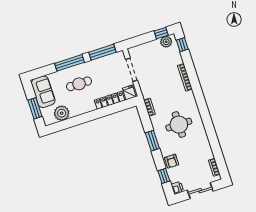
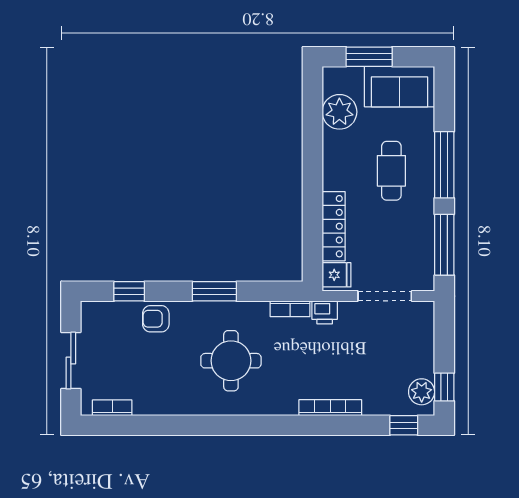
printer: (177, 188) -> (325, 312), moved

